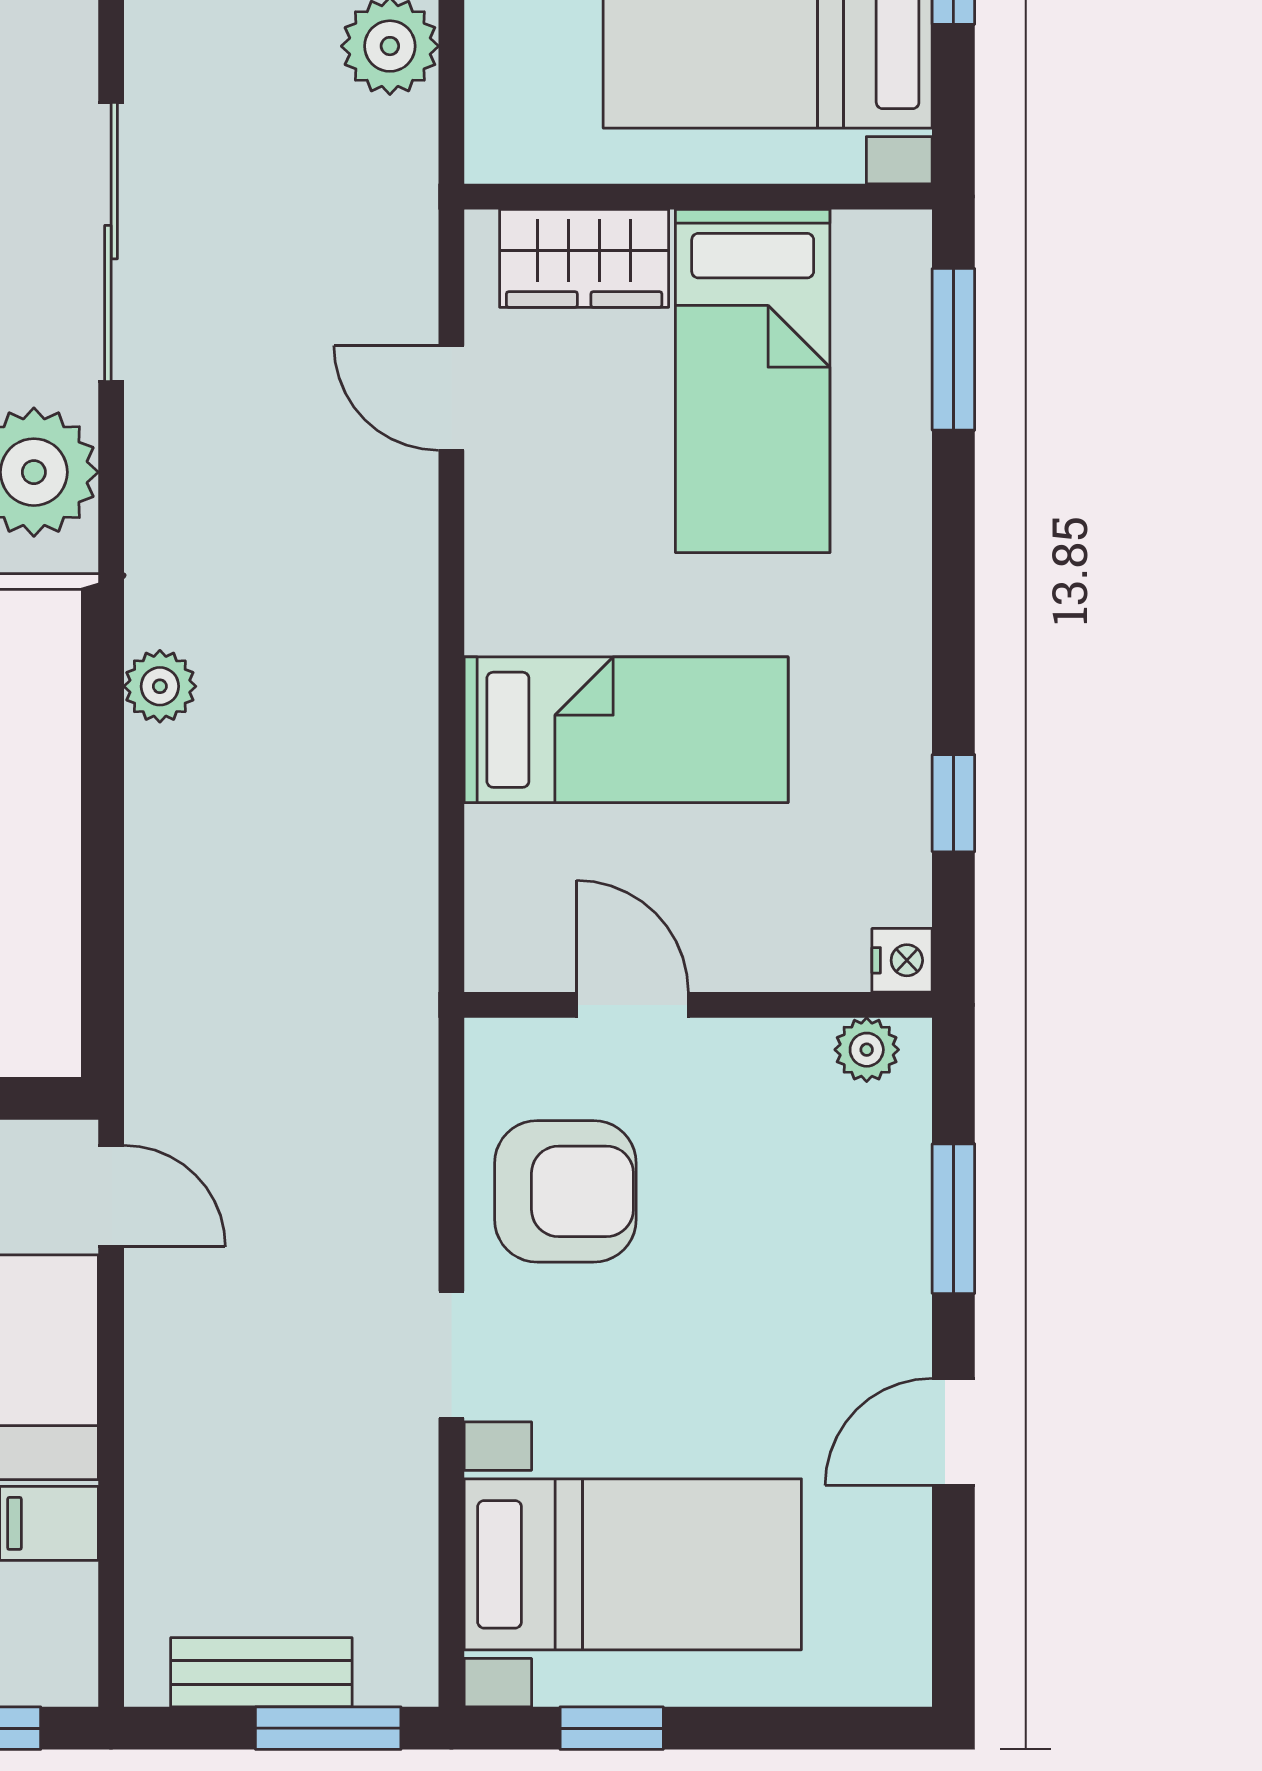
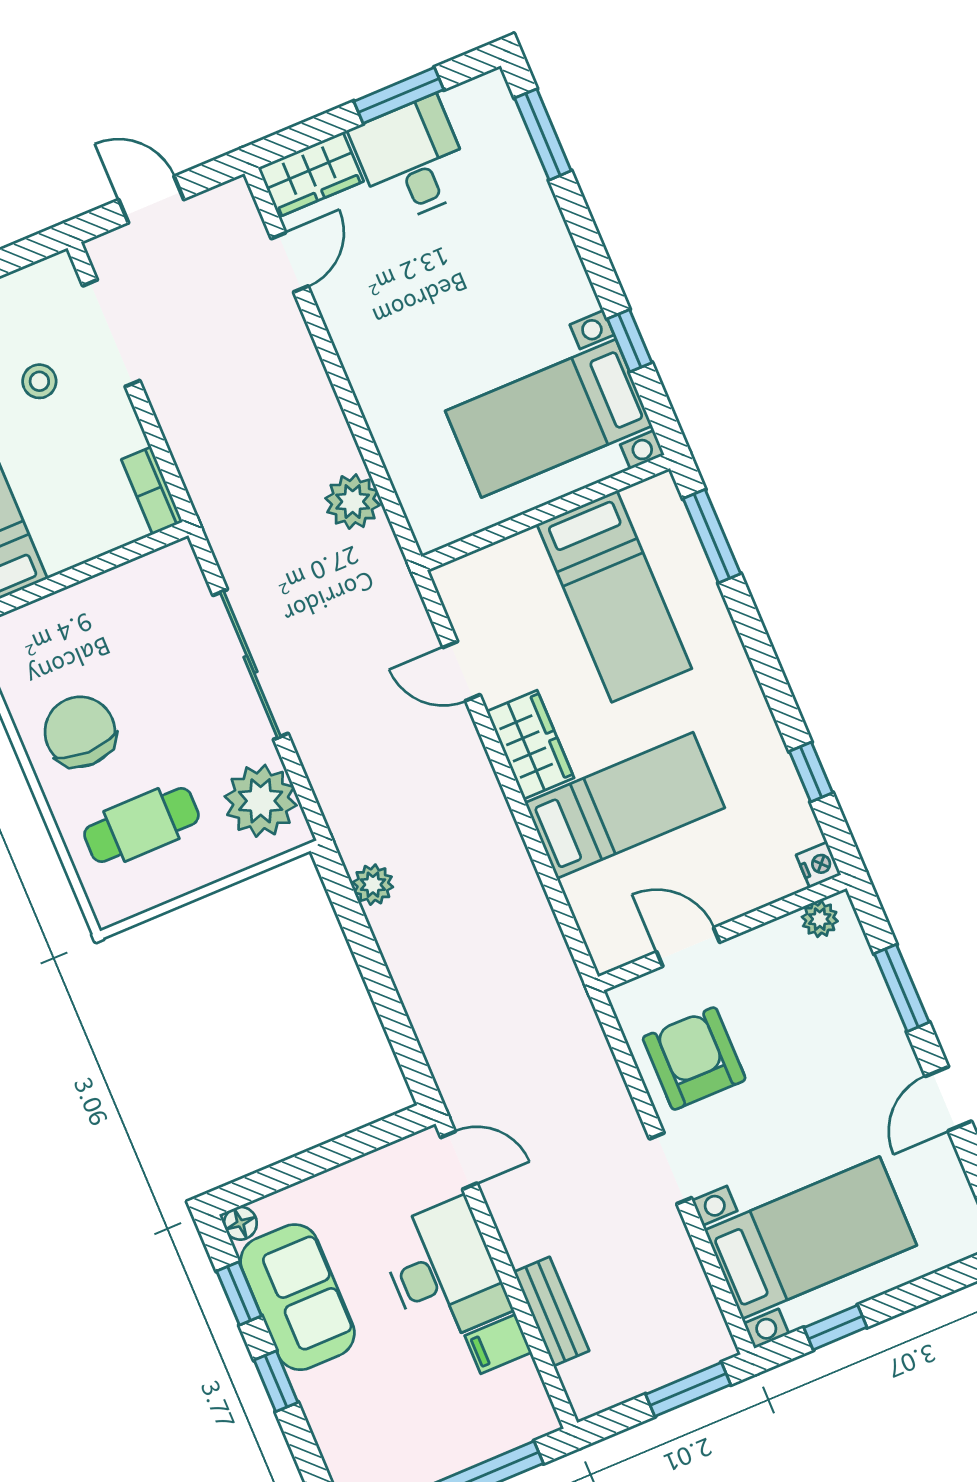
wardrobe: (584, 258) -> (530, 745), moved, turned -90
armchair: (565, 1191) -> (694, 1059), turned -90
bench: (261, 1672) -> (551, 1311), moved, turned 90

